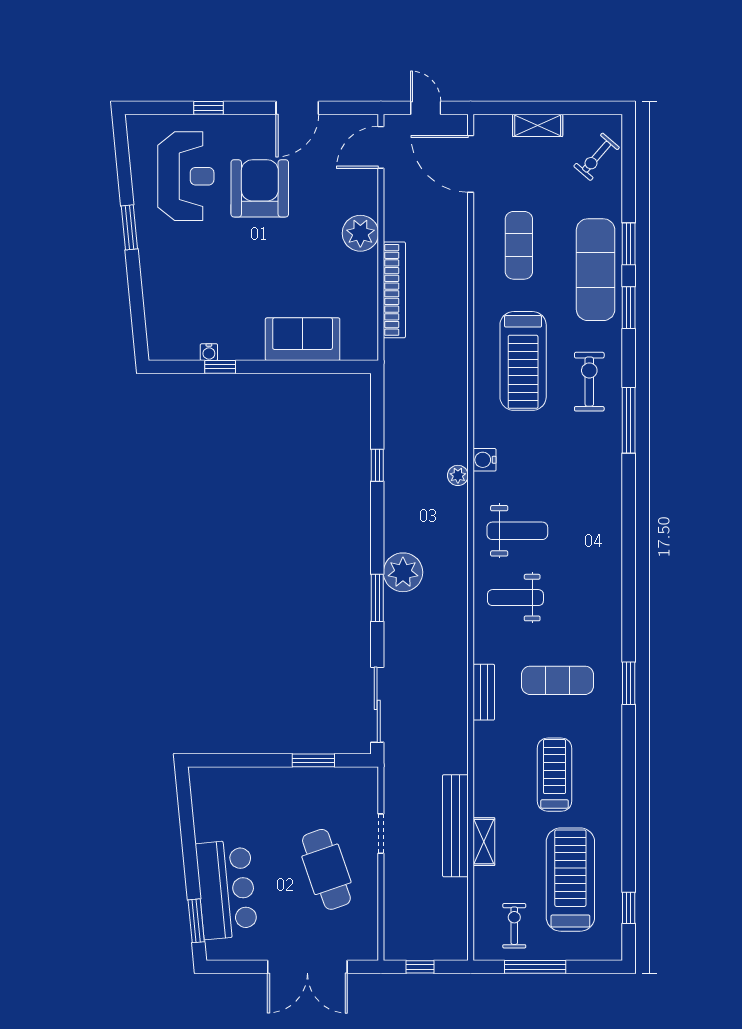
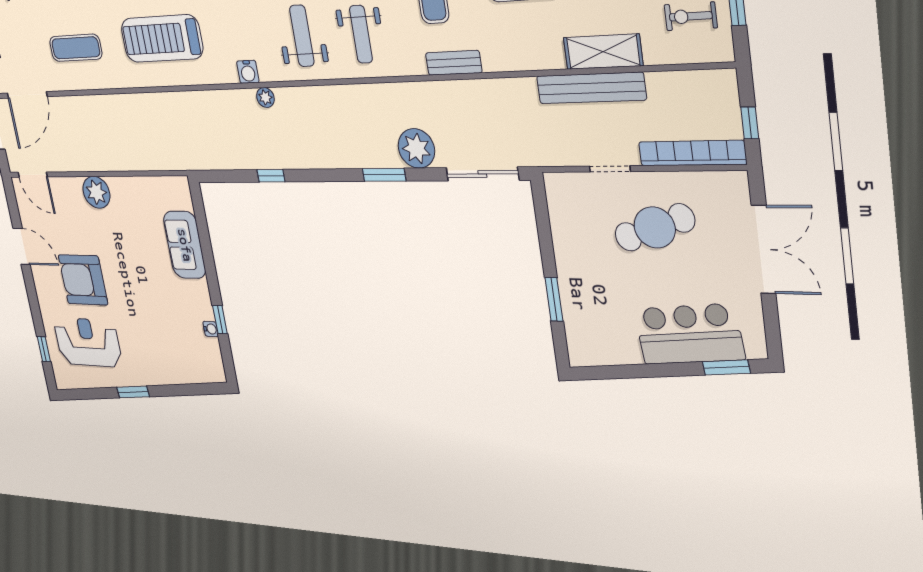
window: (209, 108) -> (44, 349), moved
bookcase: (394, 290) -> (692, 153), moved
treadmill: (523, 361) -> (162, 39), turned 180
plant: (403, 572) -> (416, 148), moved
window: (313, 760) -> (554, 299), moved
shelving: (484, 842) -> (603, 52), width x1.50, depth x1.33

